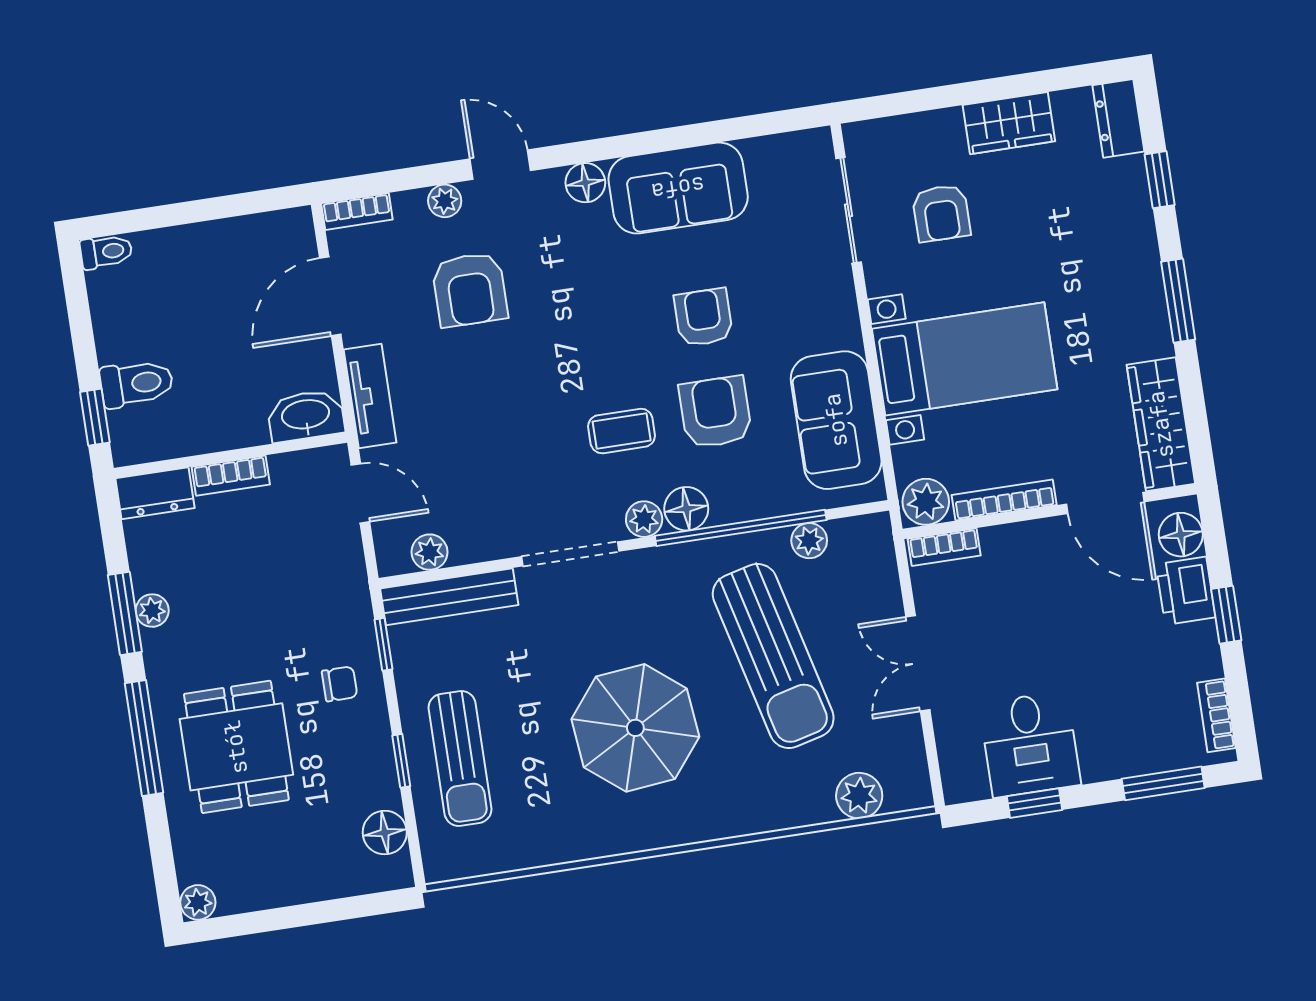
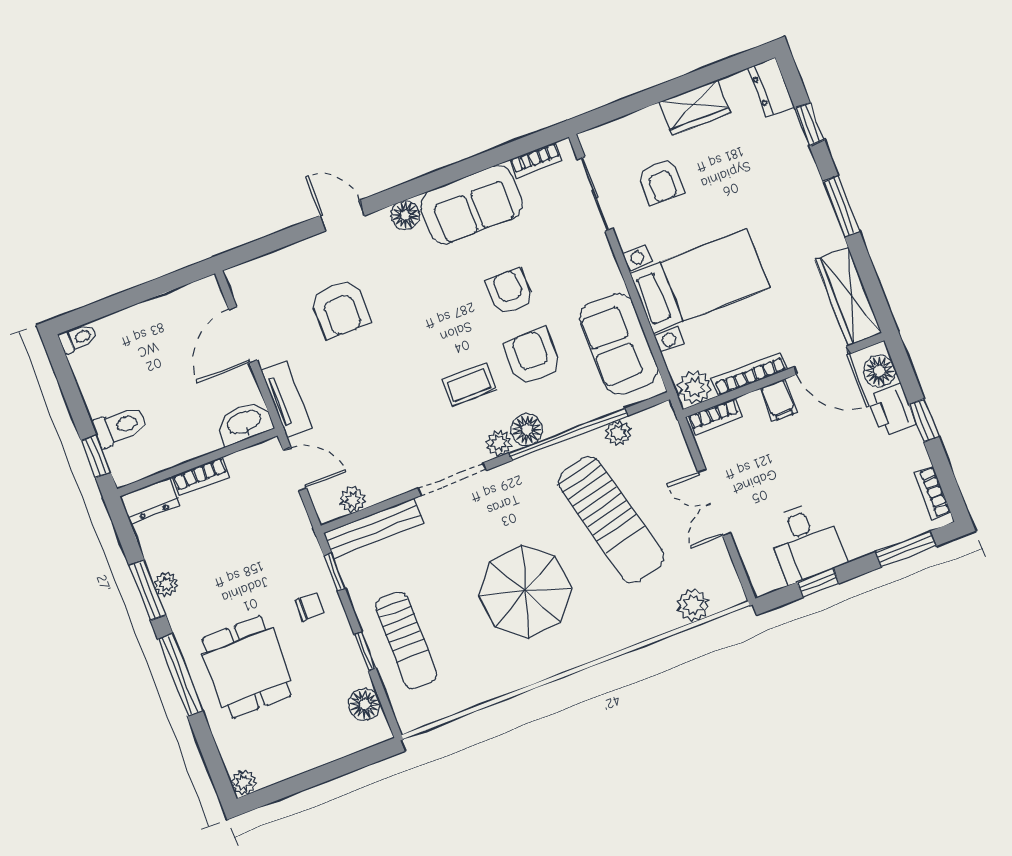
plant: (445, 201) -> (309, 250), removed
bookcase: (357, 211) -> (536, 160), moved
filing cabinet: (1036, 544) -> (779, 400), added

